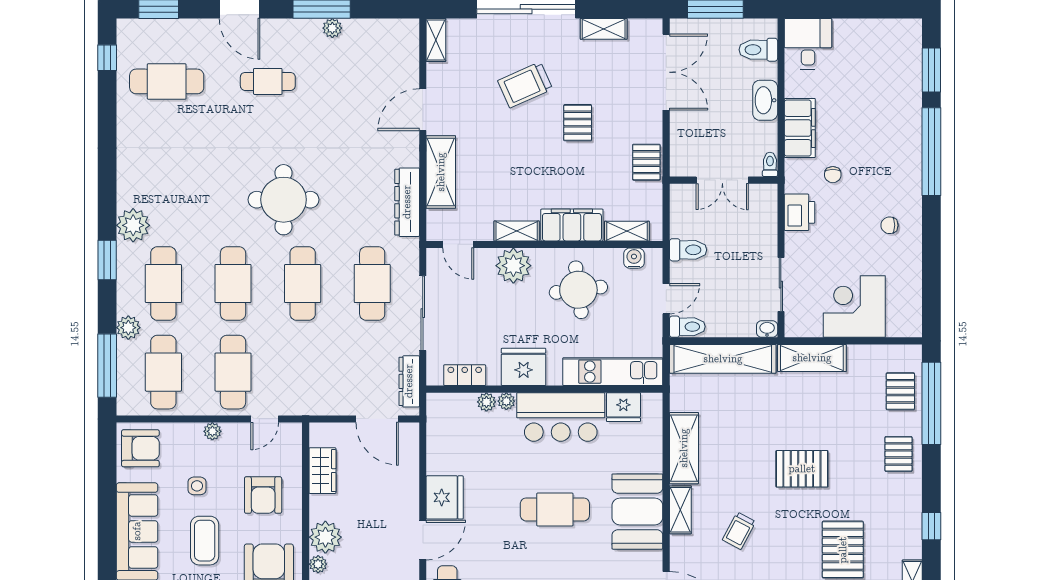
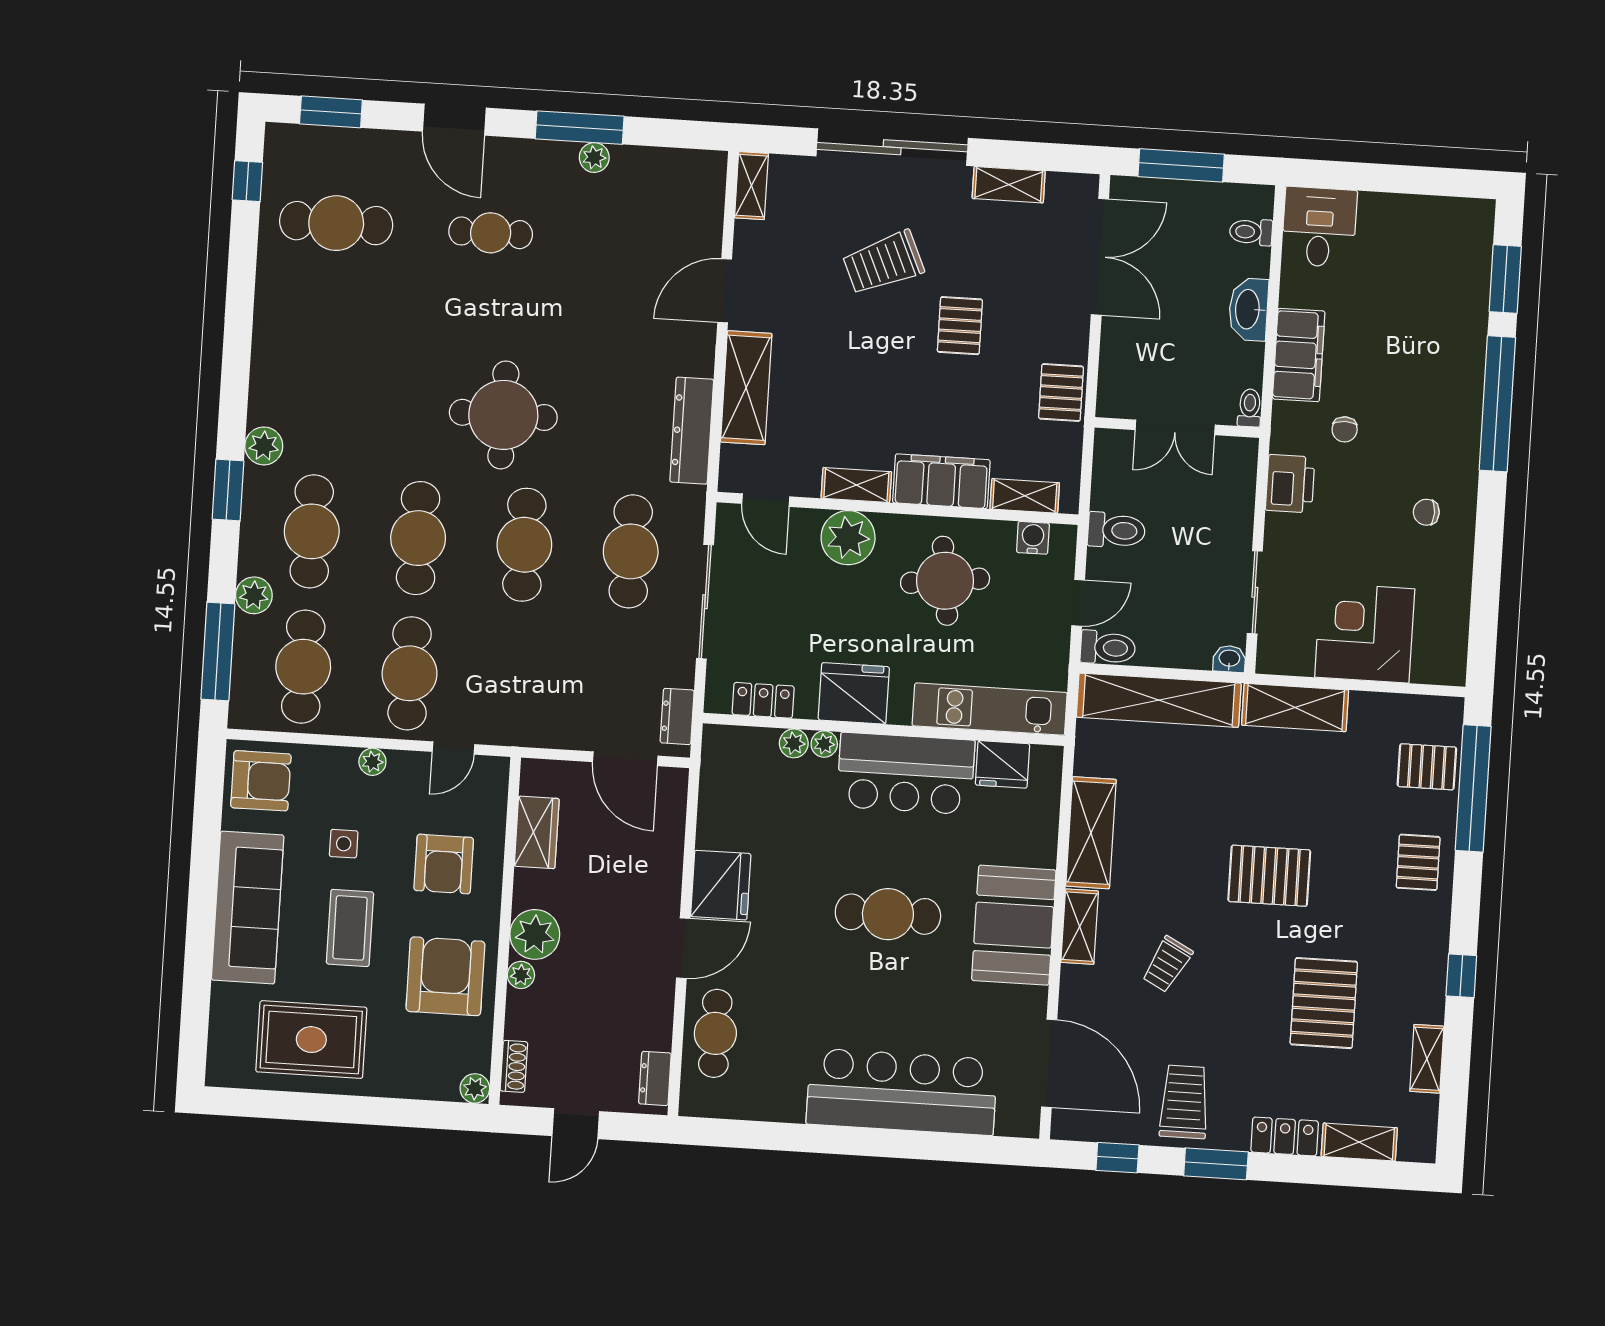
toilet: (758, 50) -> (1251, 232), width x0.73, depth x0.72
plant: (133, 225) -> (264, 446), width x0.73, depth x0.73
dresser: (409, 381) -> (677, 716), width x0.70
pallet: (900, 391) -> (1427, 767), turned 90

